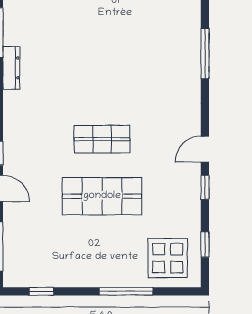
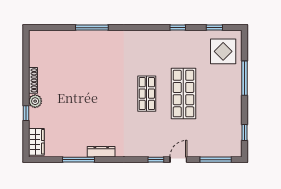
door: (205, 149) -> (153, 28), removed

